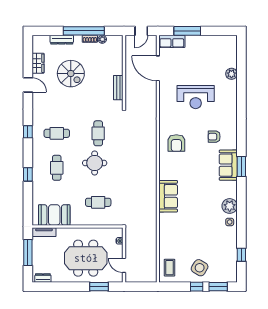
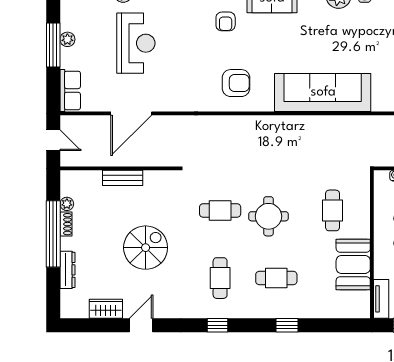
window: (187, 31) -> (53, 45), moved
plant: (203, 40) -> (67, 39), added
door: (158, 68) -> (131, 113), moved
spiral stairs: (71, 74) -> (146, 248), moved
bench: (118, 88) -> (123, 178), moved
reception desk: (196, 97) -> (136, 43), moved
sofa: (168, 196) -> (323, 92), width x1.85, depth x1.27
booth: (54, 215) -> (353, 264), moved

